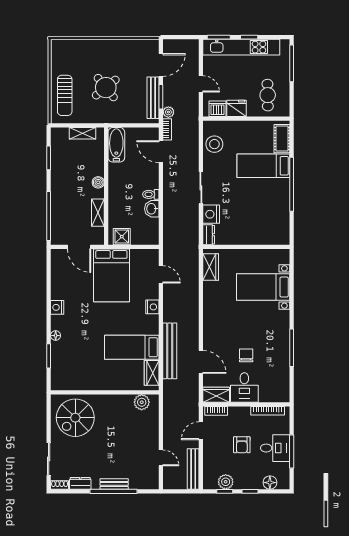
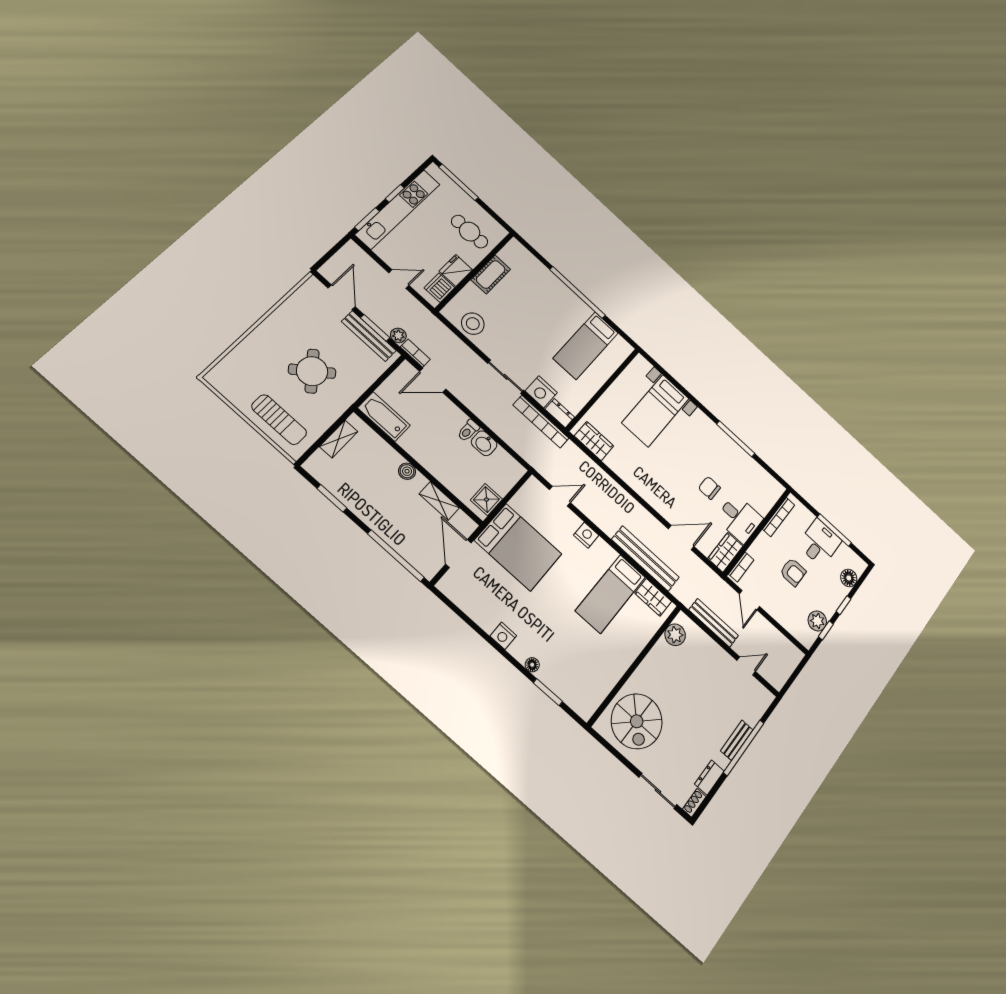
cot: (282, 139) -> (491, 275), moved, turned 90
bed: (263, 166) -> (586, 346), moved
bookcase: (194, 229) -> (541, 422), added
door: (79, 247) -> (458, 554), swing flipped
bench: (193, 469) -> (714, 623), moved

